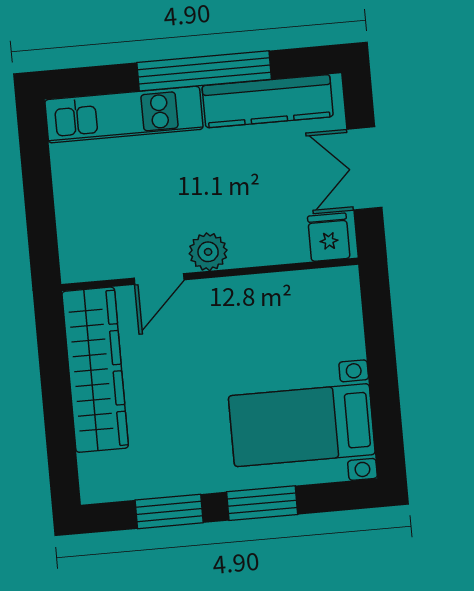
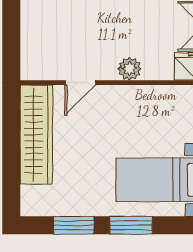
plant: (208, 252) -> (130, 69), moved

